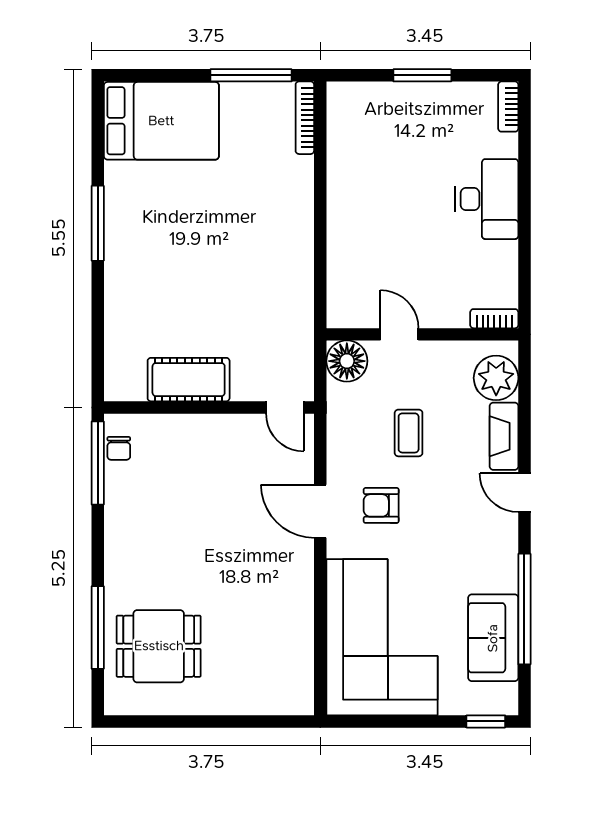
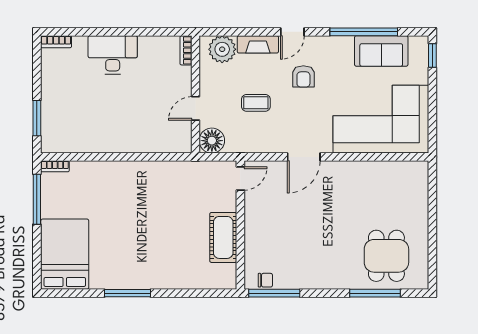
window: (422, 75) -> (37, 118), moved
bookcase: (305, 118) -> (55, 166), width x0.64
armchair: (381, 505) -> (303, 76), moved

